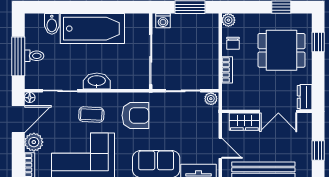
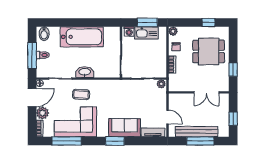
kitchen sink: (189, 23) -> (146, 33), added
bidet: (52, 24) -> (44, 34), moved
window: (318, 42) -> (233, 70), moved
dresser: (305, 97) -> (224, 83), removed
armchair: (135, 115) -> (111, 95), removed
wardrobe: (244, 122) -> (184, 99), removed

